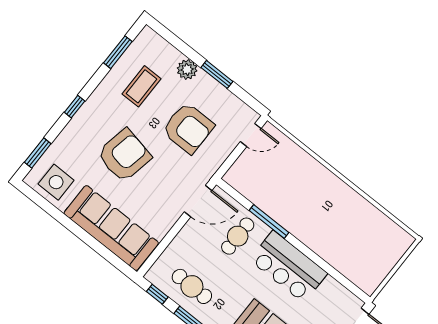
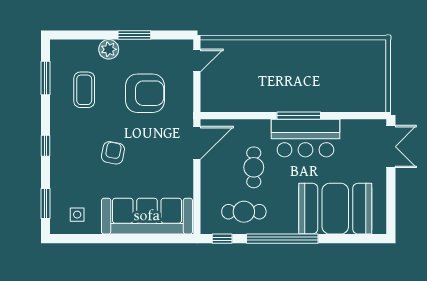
armchair: (124, 155) -> (113, 153), width x0.53, depth x0.53
side table: (56, 182) -> (77, 215), width x0.54, depth x0.54
window: (269, 222) -> (299, 116), moved
cafe table: (238, 236) -> (254, 167), moved

